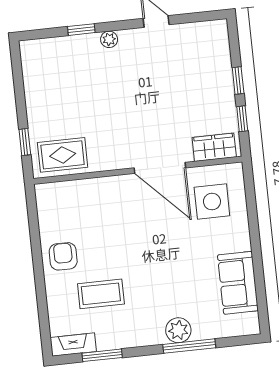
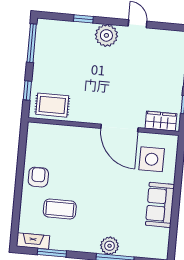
plant: (109, 39) -> (106, 35), width x1.87, depth x1.87
window: (18, 77) -> (32, 43), added
sofa: (238, 283) -> (160, 205), moved

